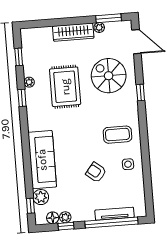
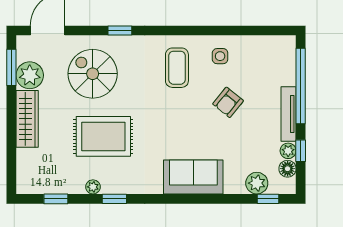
plant: (99, 27) -> (30, 75), width x1.88, depth x1.88
spiral stairs: (109, 76) -> (93, 74), turned 90
sofa: (42, 160) -> (193, 177), width x0.73
tv unit: (115, 214) -> (289, 114), moved

